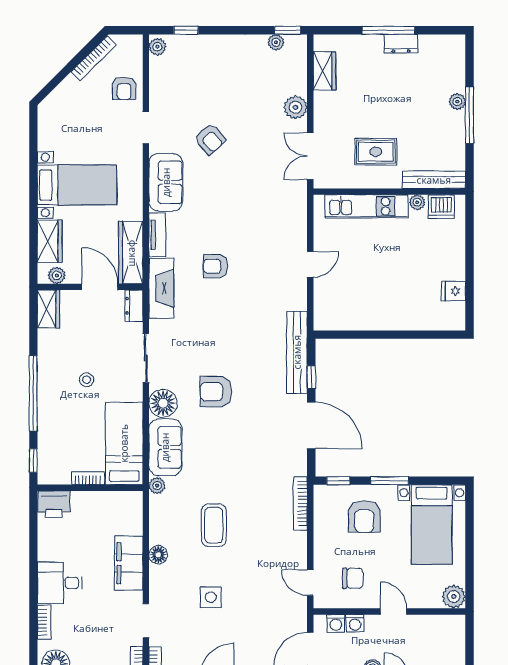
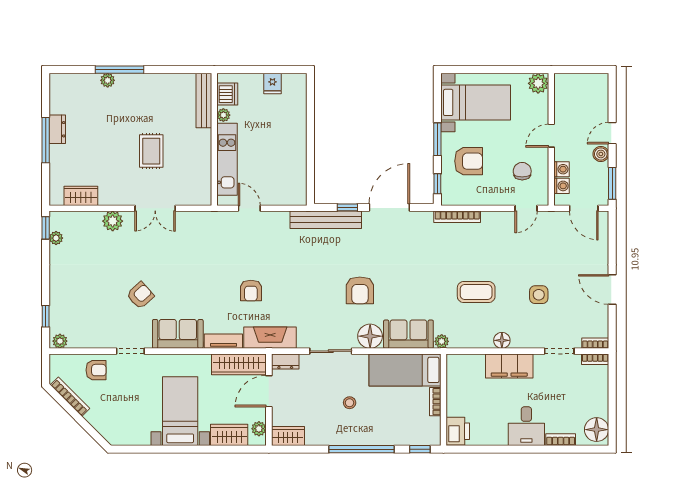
bench: (434, 180) -> (204, 101), moved
wall: (389, 192) -> (214, 139), moved
plant: (417, 202) -> (223, 115), moved
kitchen unit: (366, 206) -> (227, 159), moved
dishwasher: (441, 207) -> (227, 94), moved

